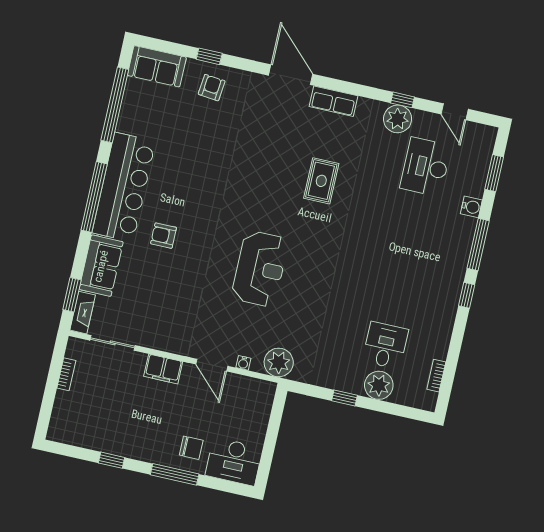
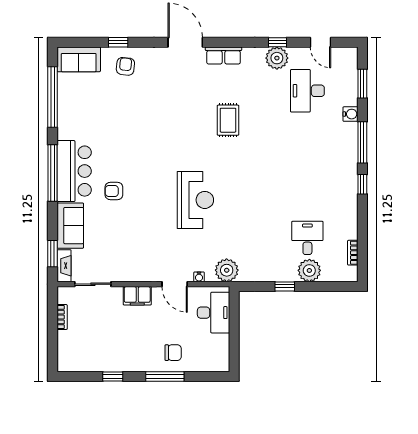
bar counter: (124, 187) -> (74, 171), width x0.73
desk: (234, 462) -> (214, 313), moved, turned -90

